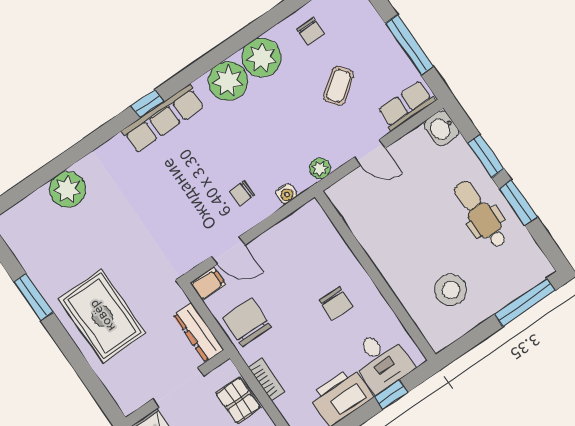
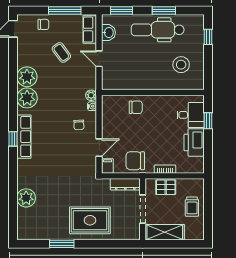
chair: (310, 32) -> (43, 24), moved
washbasin: (442, 128) -> (108, 32), moved, turned -90
door: (370, 153) -> (99, 59), swing flipped
window: (486, 156) -> (122, 10), moved
plant: (320, 168) -> (91, 95), moved
dental chair: (481, 214) -> (158, 30), width x1.36, depth x1.38
window: (525, 302) -> (208, 37), width x0.46
chair: (336, 303) -> (136, 107), moved

